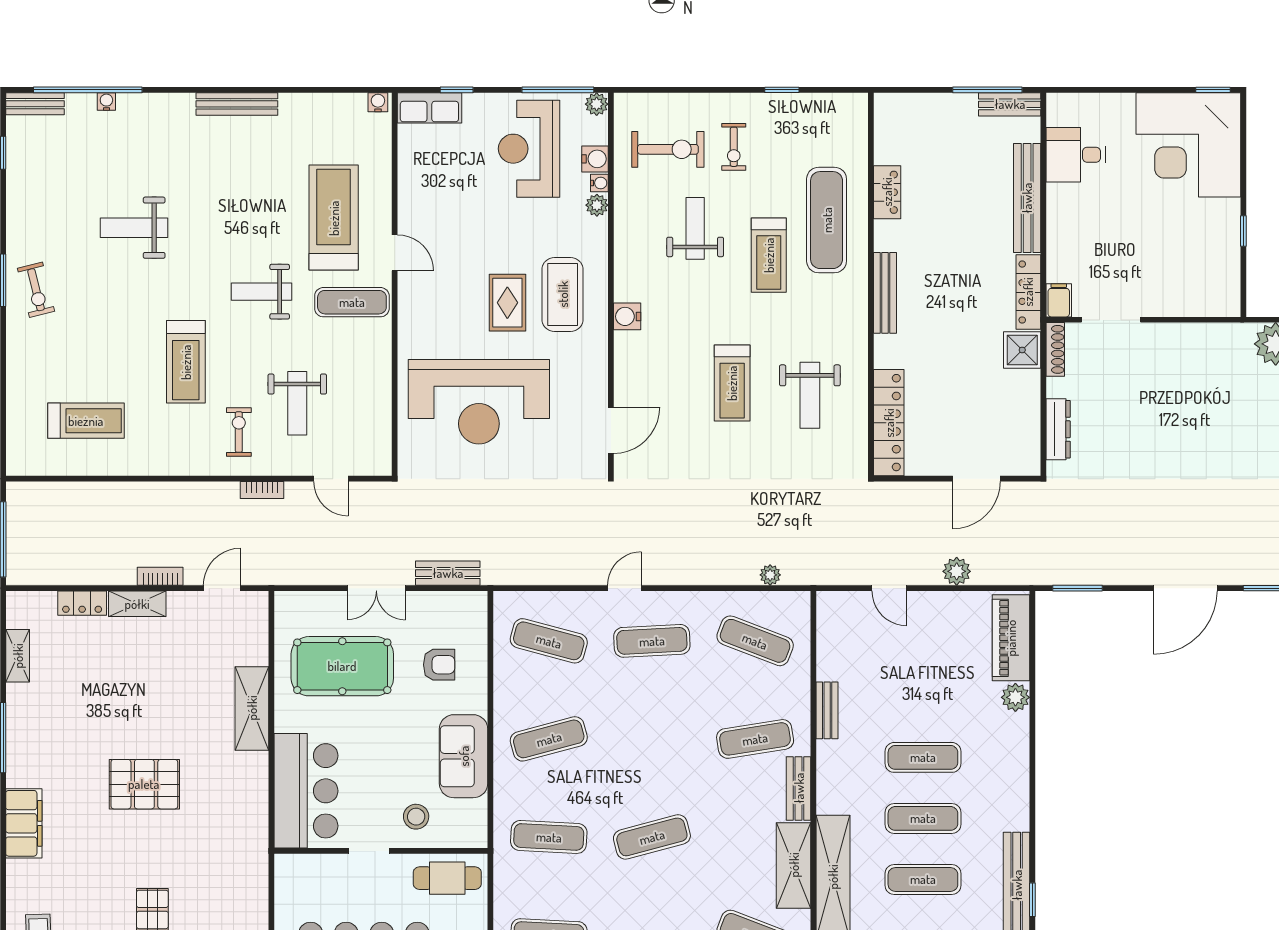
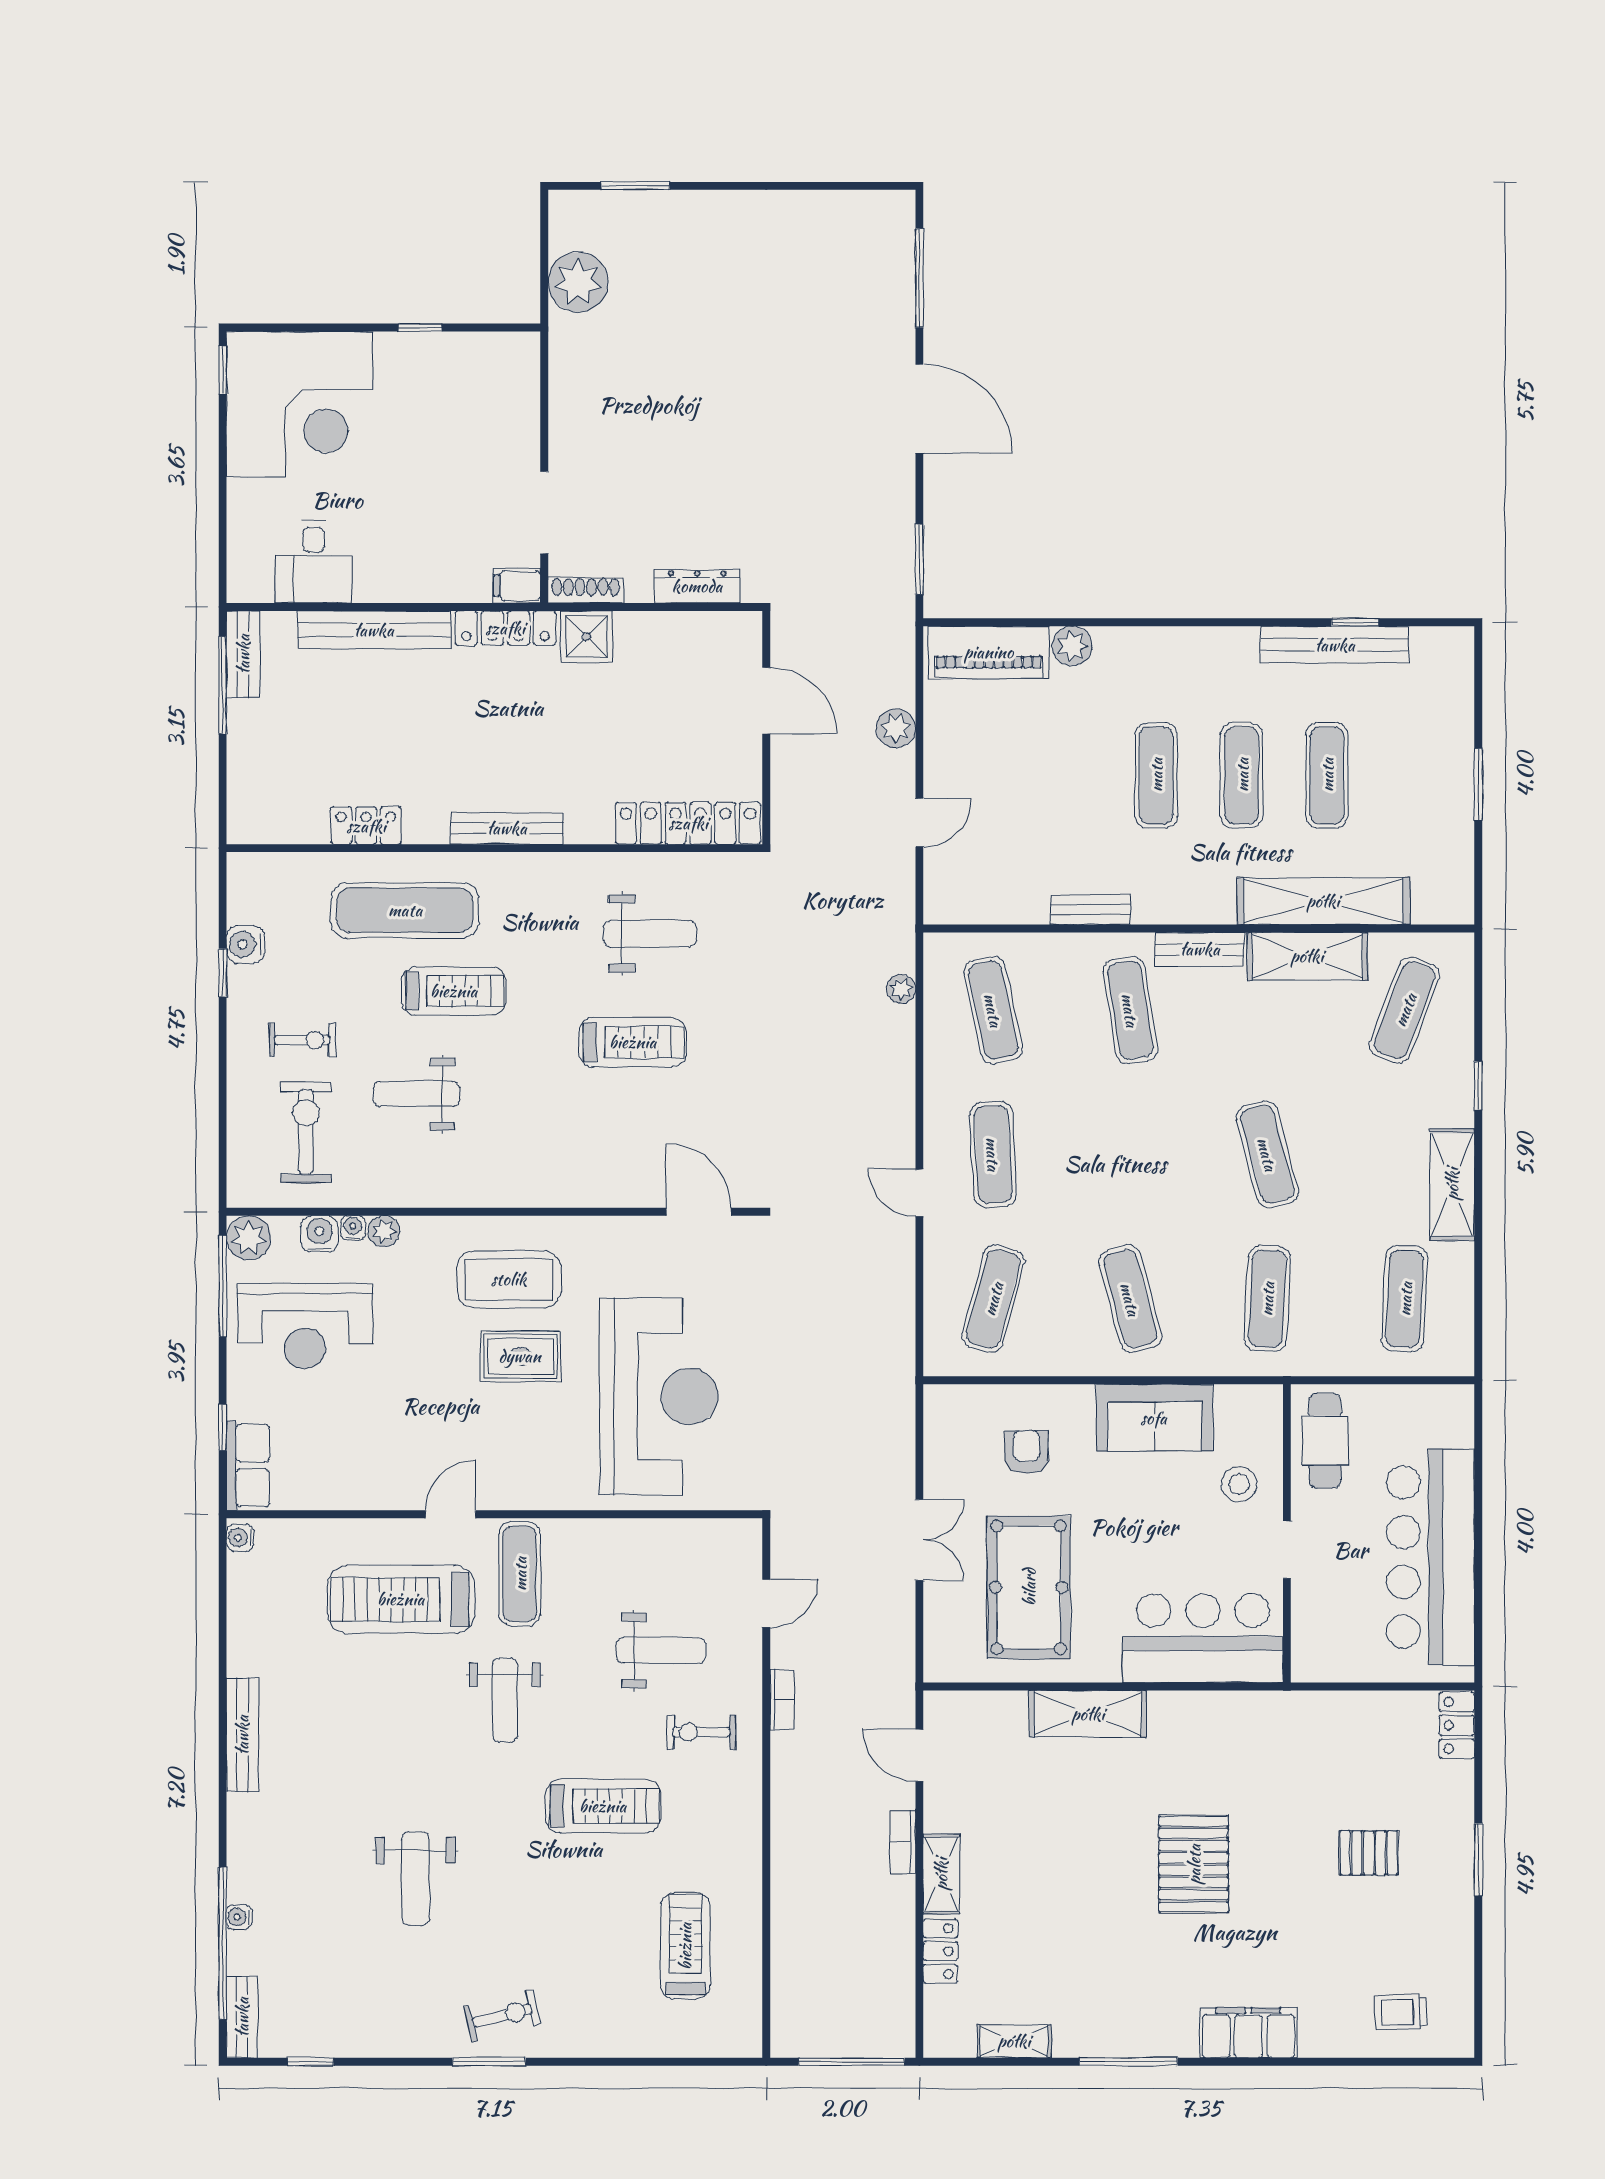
plant: (597, 104) -> (249, 1238), width x1.38, depth x1.38
water cooler: (627, 316) -> (245, 944), moved, turned 90
bench: (448, 573) -> (898, 1440), removed
exercise mat: (755, 641) -> (993, 1010), turned -33

